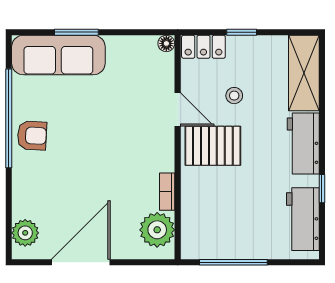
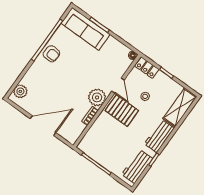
plant: (157, 230) -> (97, 97), moved
door: (81, 262) -> (43, 126), moved

